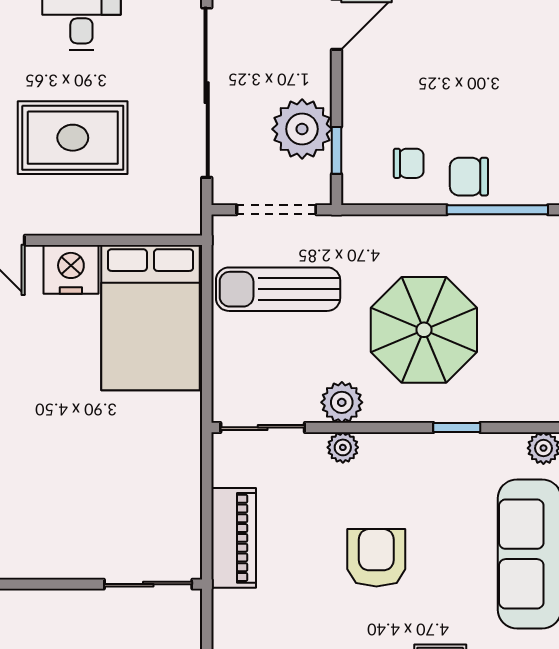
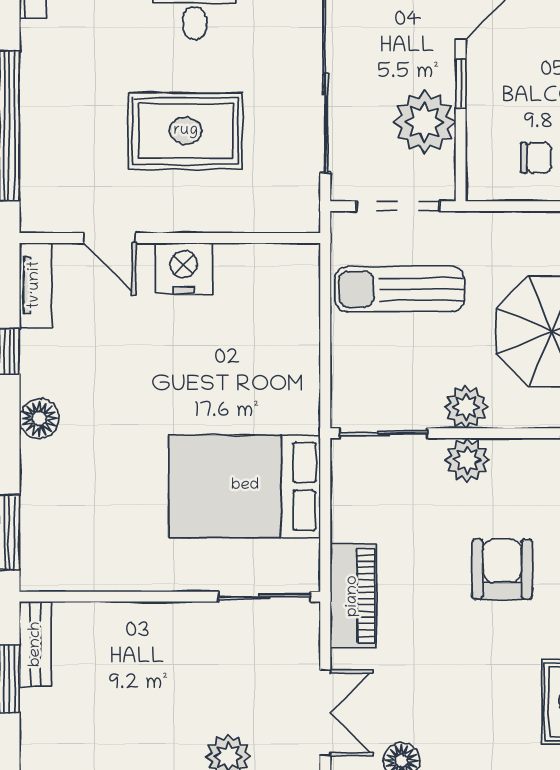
window: (337, 150) -> (461, 84), moved
bed: (150, 318) -> (245, 486), moved, turned 90
plant: (343, 447) -> (467, 460), width x1.38, depth x1.38
piano: (234, 538) -> (353, 596), moved

